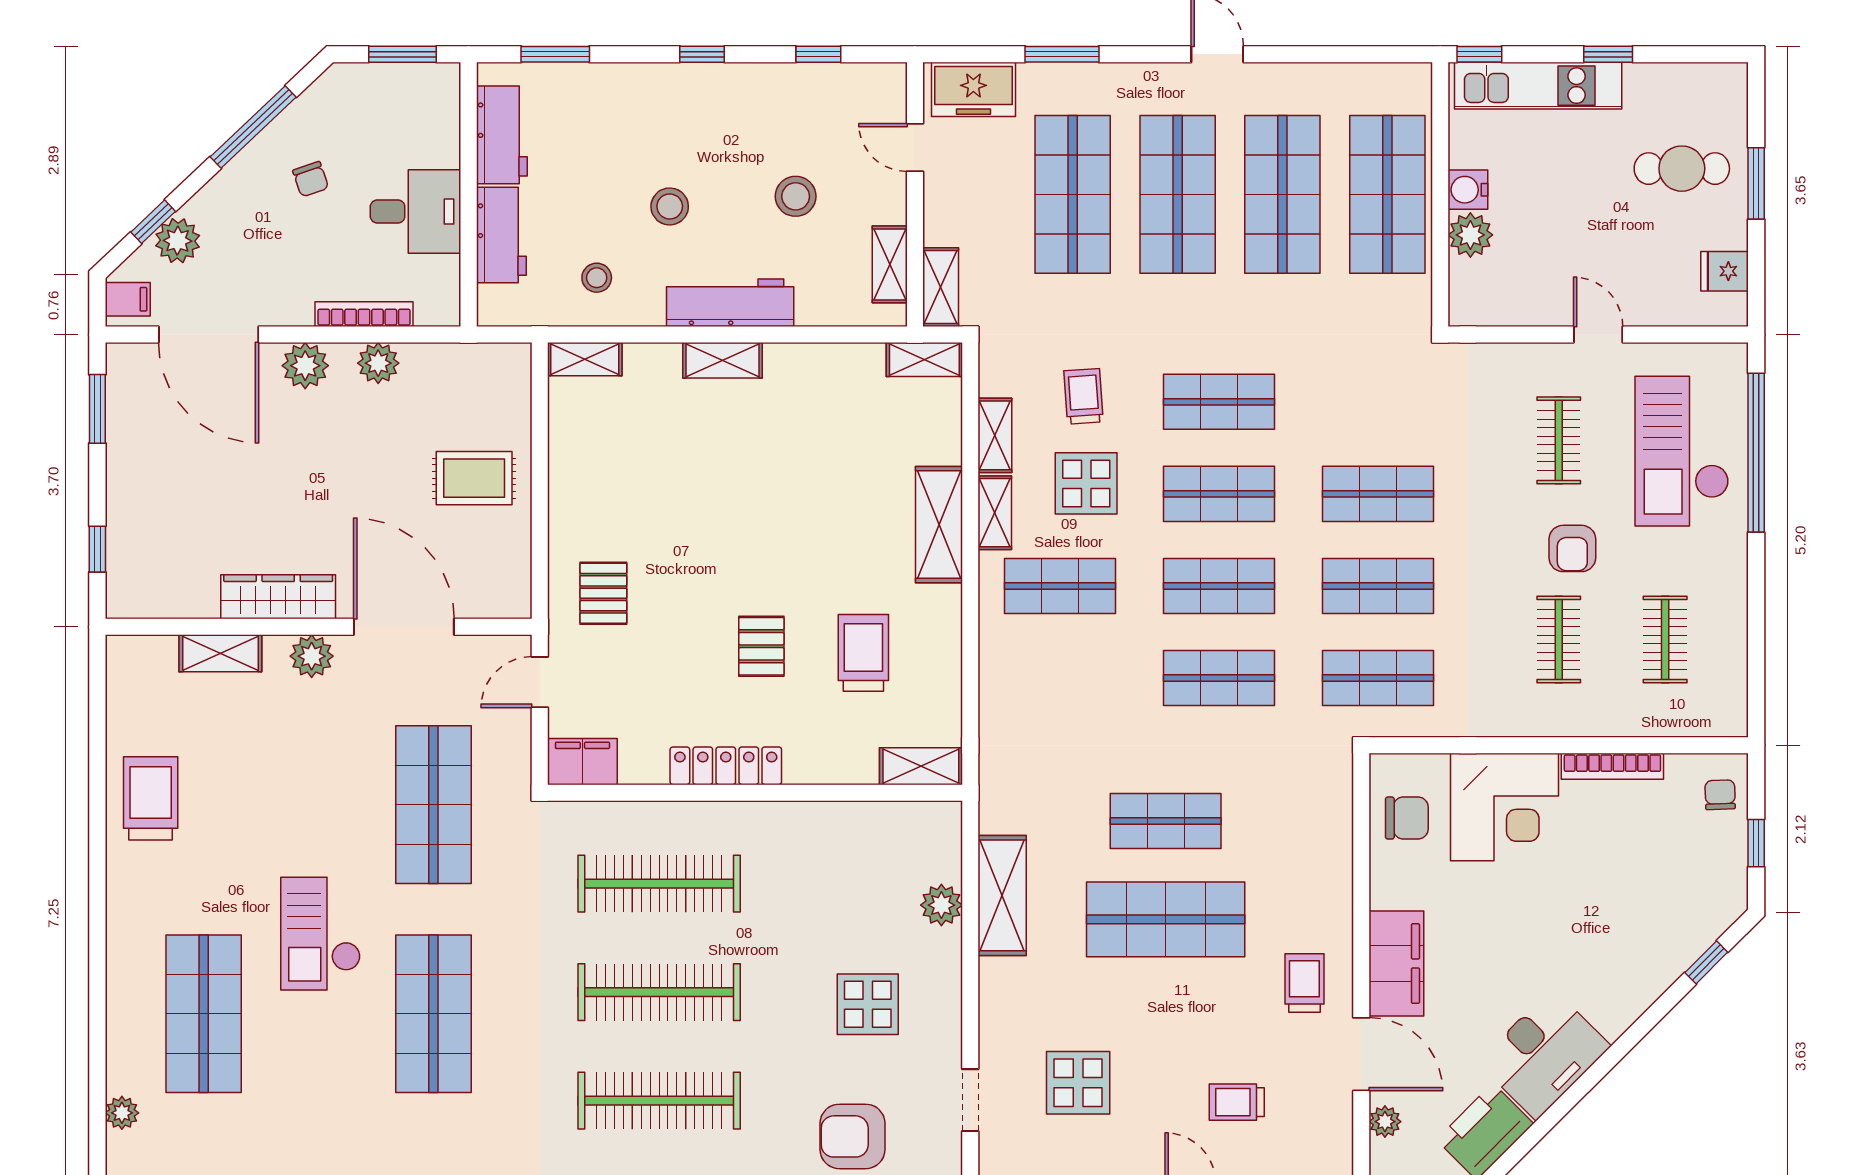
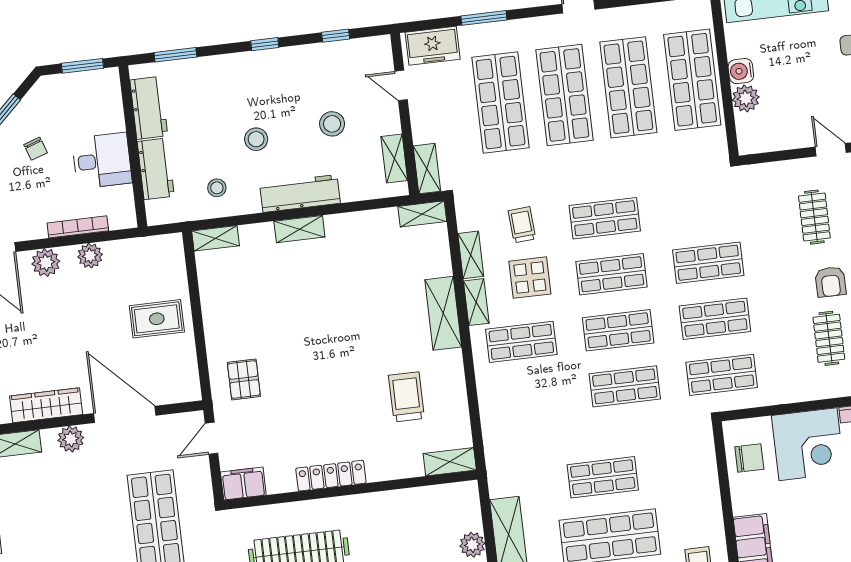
pallet: (761, 646) -> (344, 400), removed

